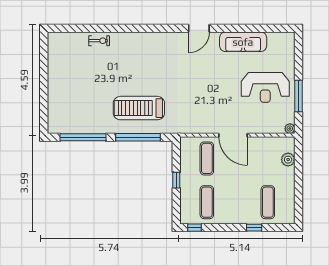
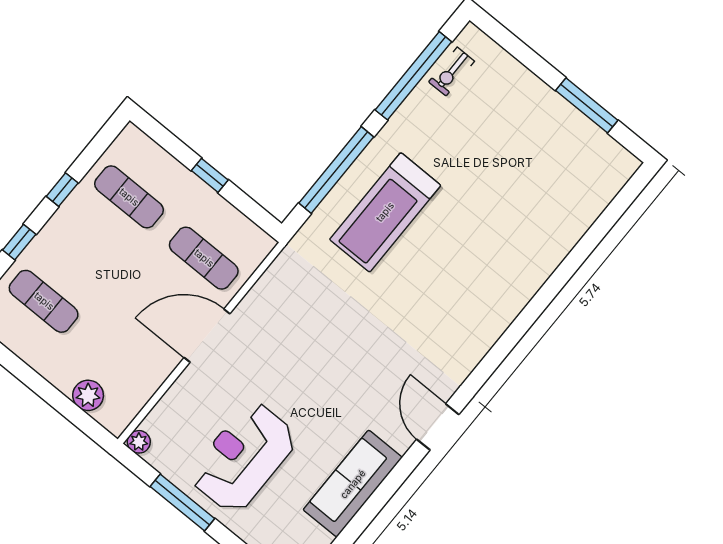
exercise bike: (99, 41) -> (452, 72), moved
window: (44, 68) -> (587, 105), added
treadmill: (139, 108) -> (385, 212), turned 180
window: (195, 228) -> (62, 190), moved

